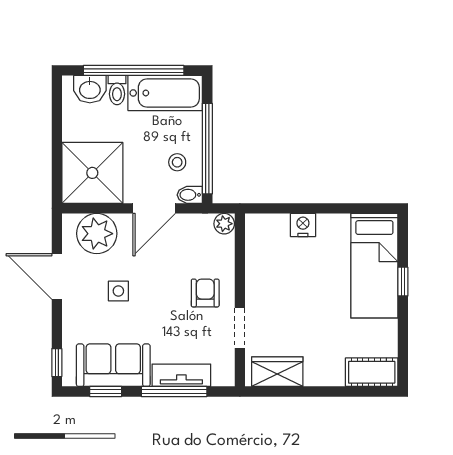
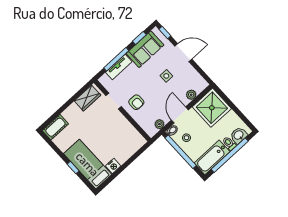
plant: (224, 224) -> (159, 124), moved
nightstand: (303, 225) -> (113, 166), moved
plant: (97, 234) -> (191, 95), width x0.53, depth x0.53
door: (57, 277) -> (183, 53), moved

